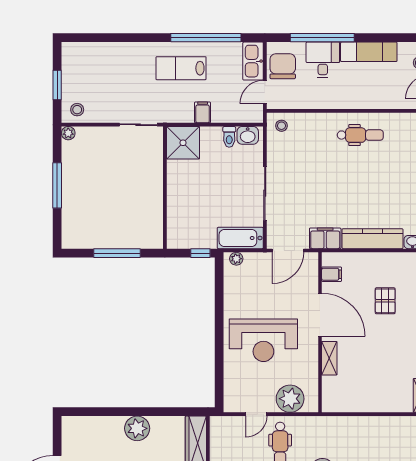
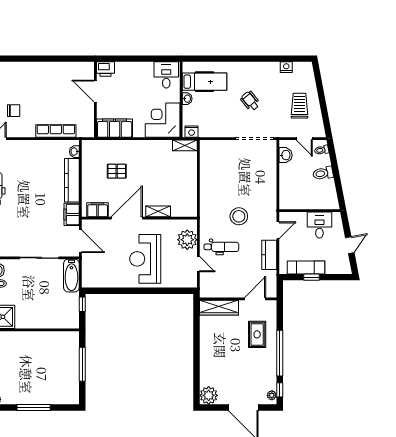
plant: (236, 259) -> (86, 278), removed
filing cabinet: (332, 274) -> (98, 210), width x2.00
reception desk: (263, 340) -> (145, 259), turned 180
plant: (137, 428) -> (209, 395), moved

